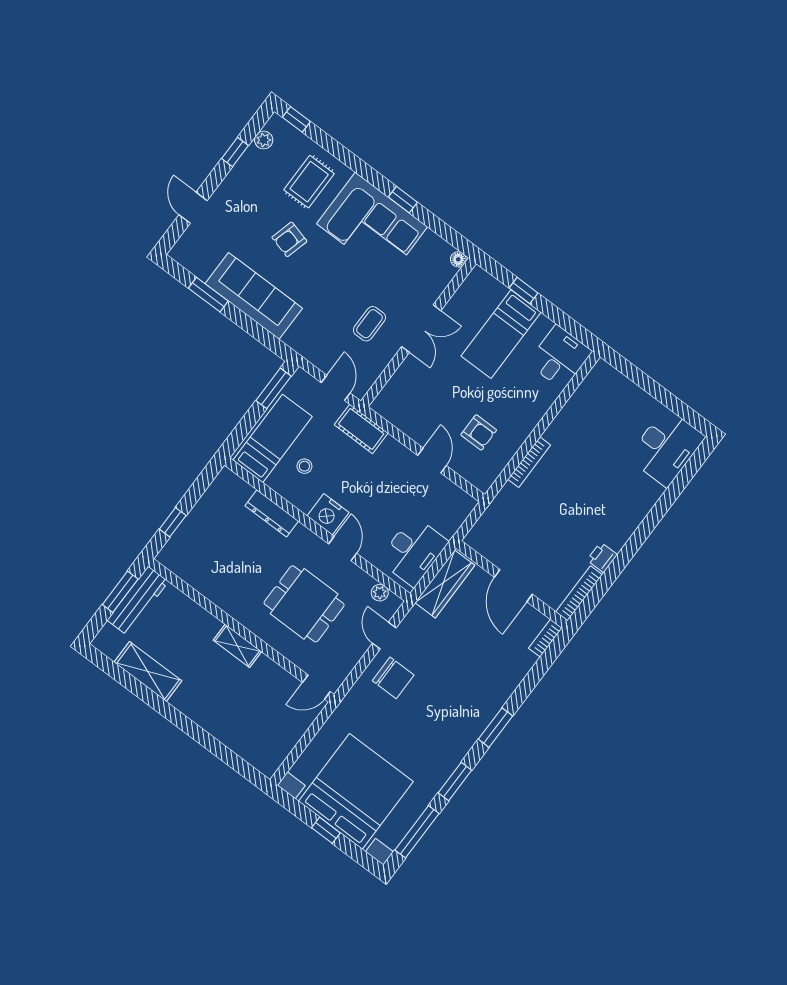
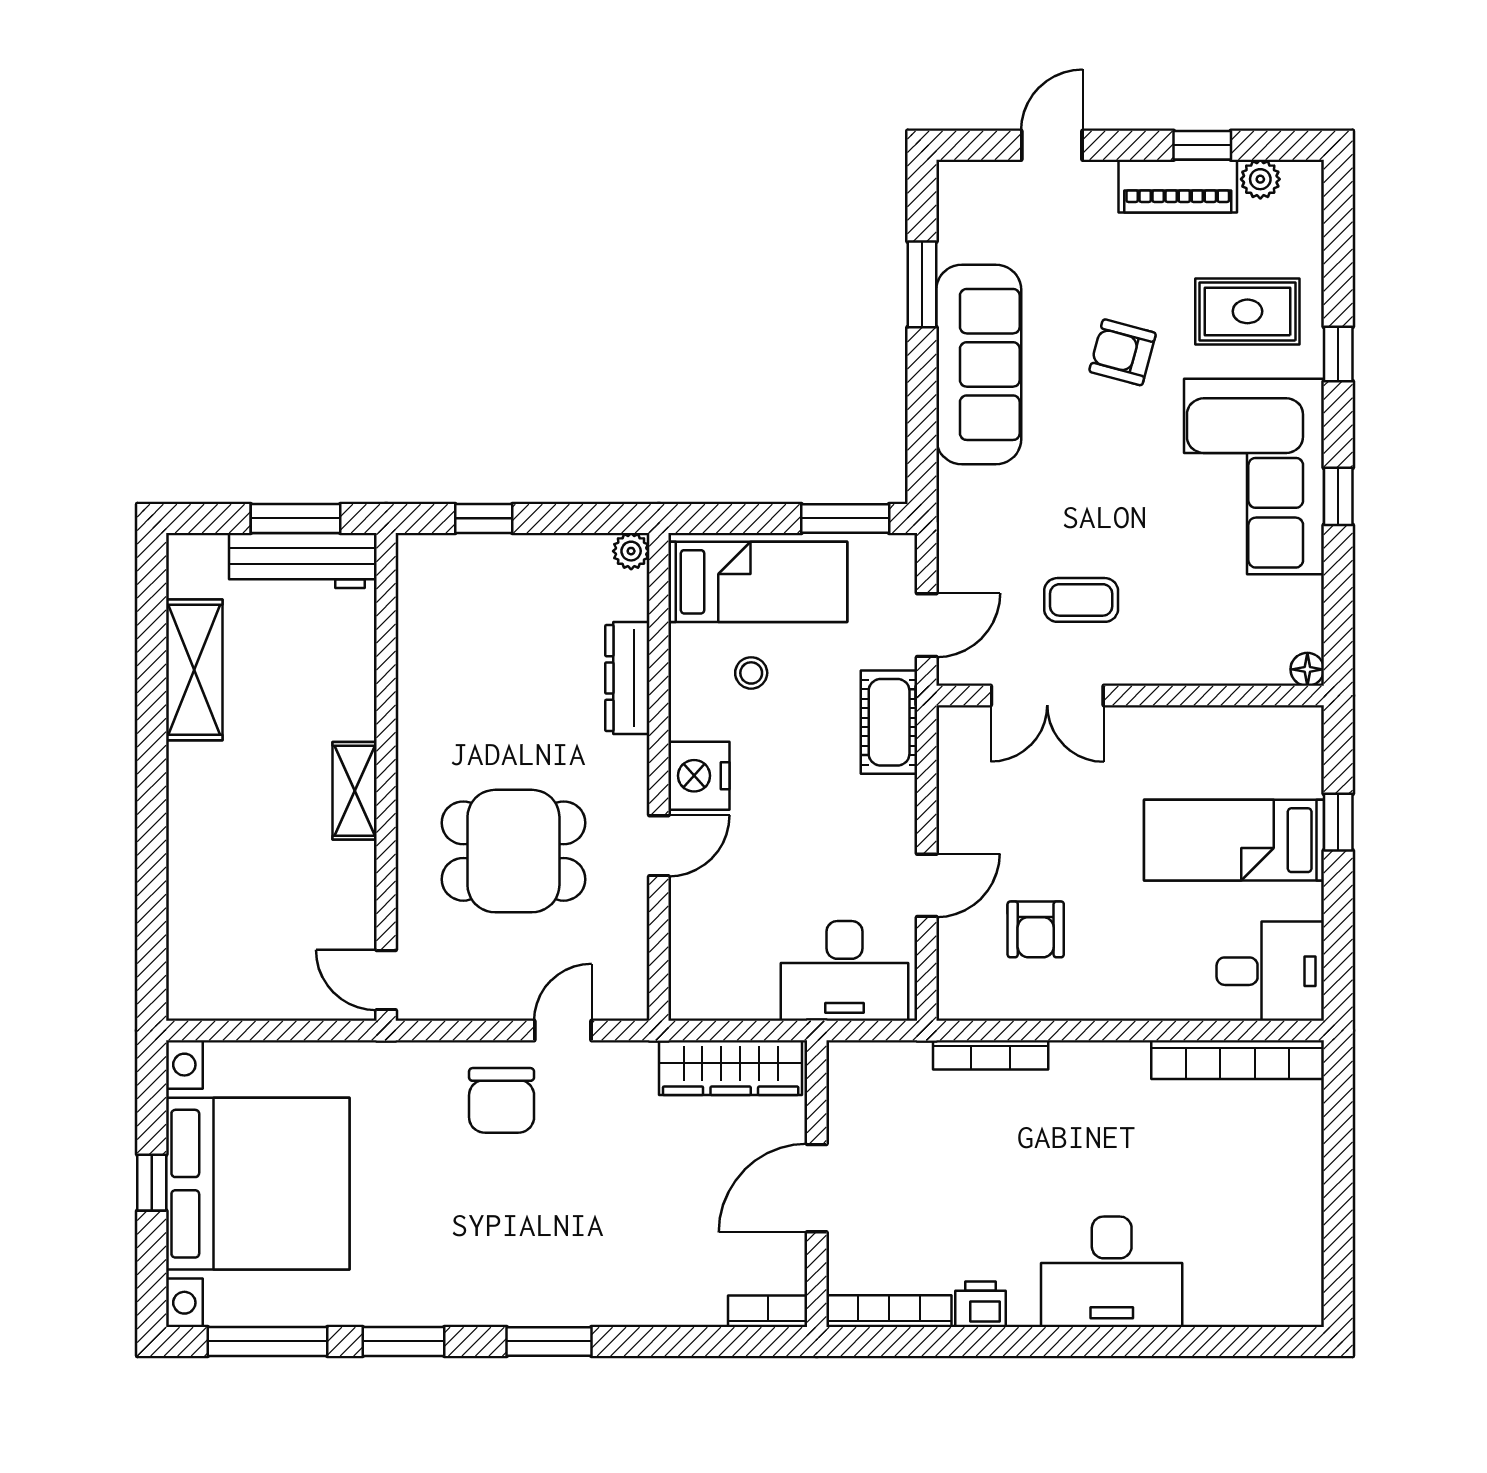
window: (296, 119) -> (1338, 354), moved
piano: (243, 173) -> (1178, 186), added
double door: (421, 329) -> (1047, 696), moved
bookcase: (583, 394) -> (1238, 1060), added
desk: (666, 447) -> (1112, 1272), moved
bookcase: (529, 462) -> (991, 1055), moved
desk: (413, 551) -> (845, 971), moved
plant: (380, 593) -> (631, 551), moved
dining table: (304, 604) -> (513, 851), turned 90

